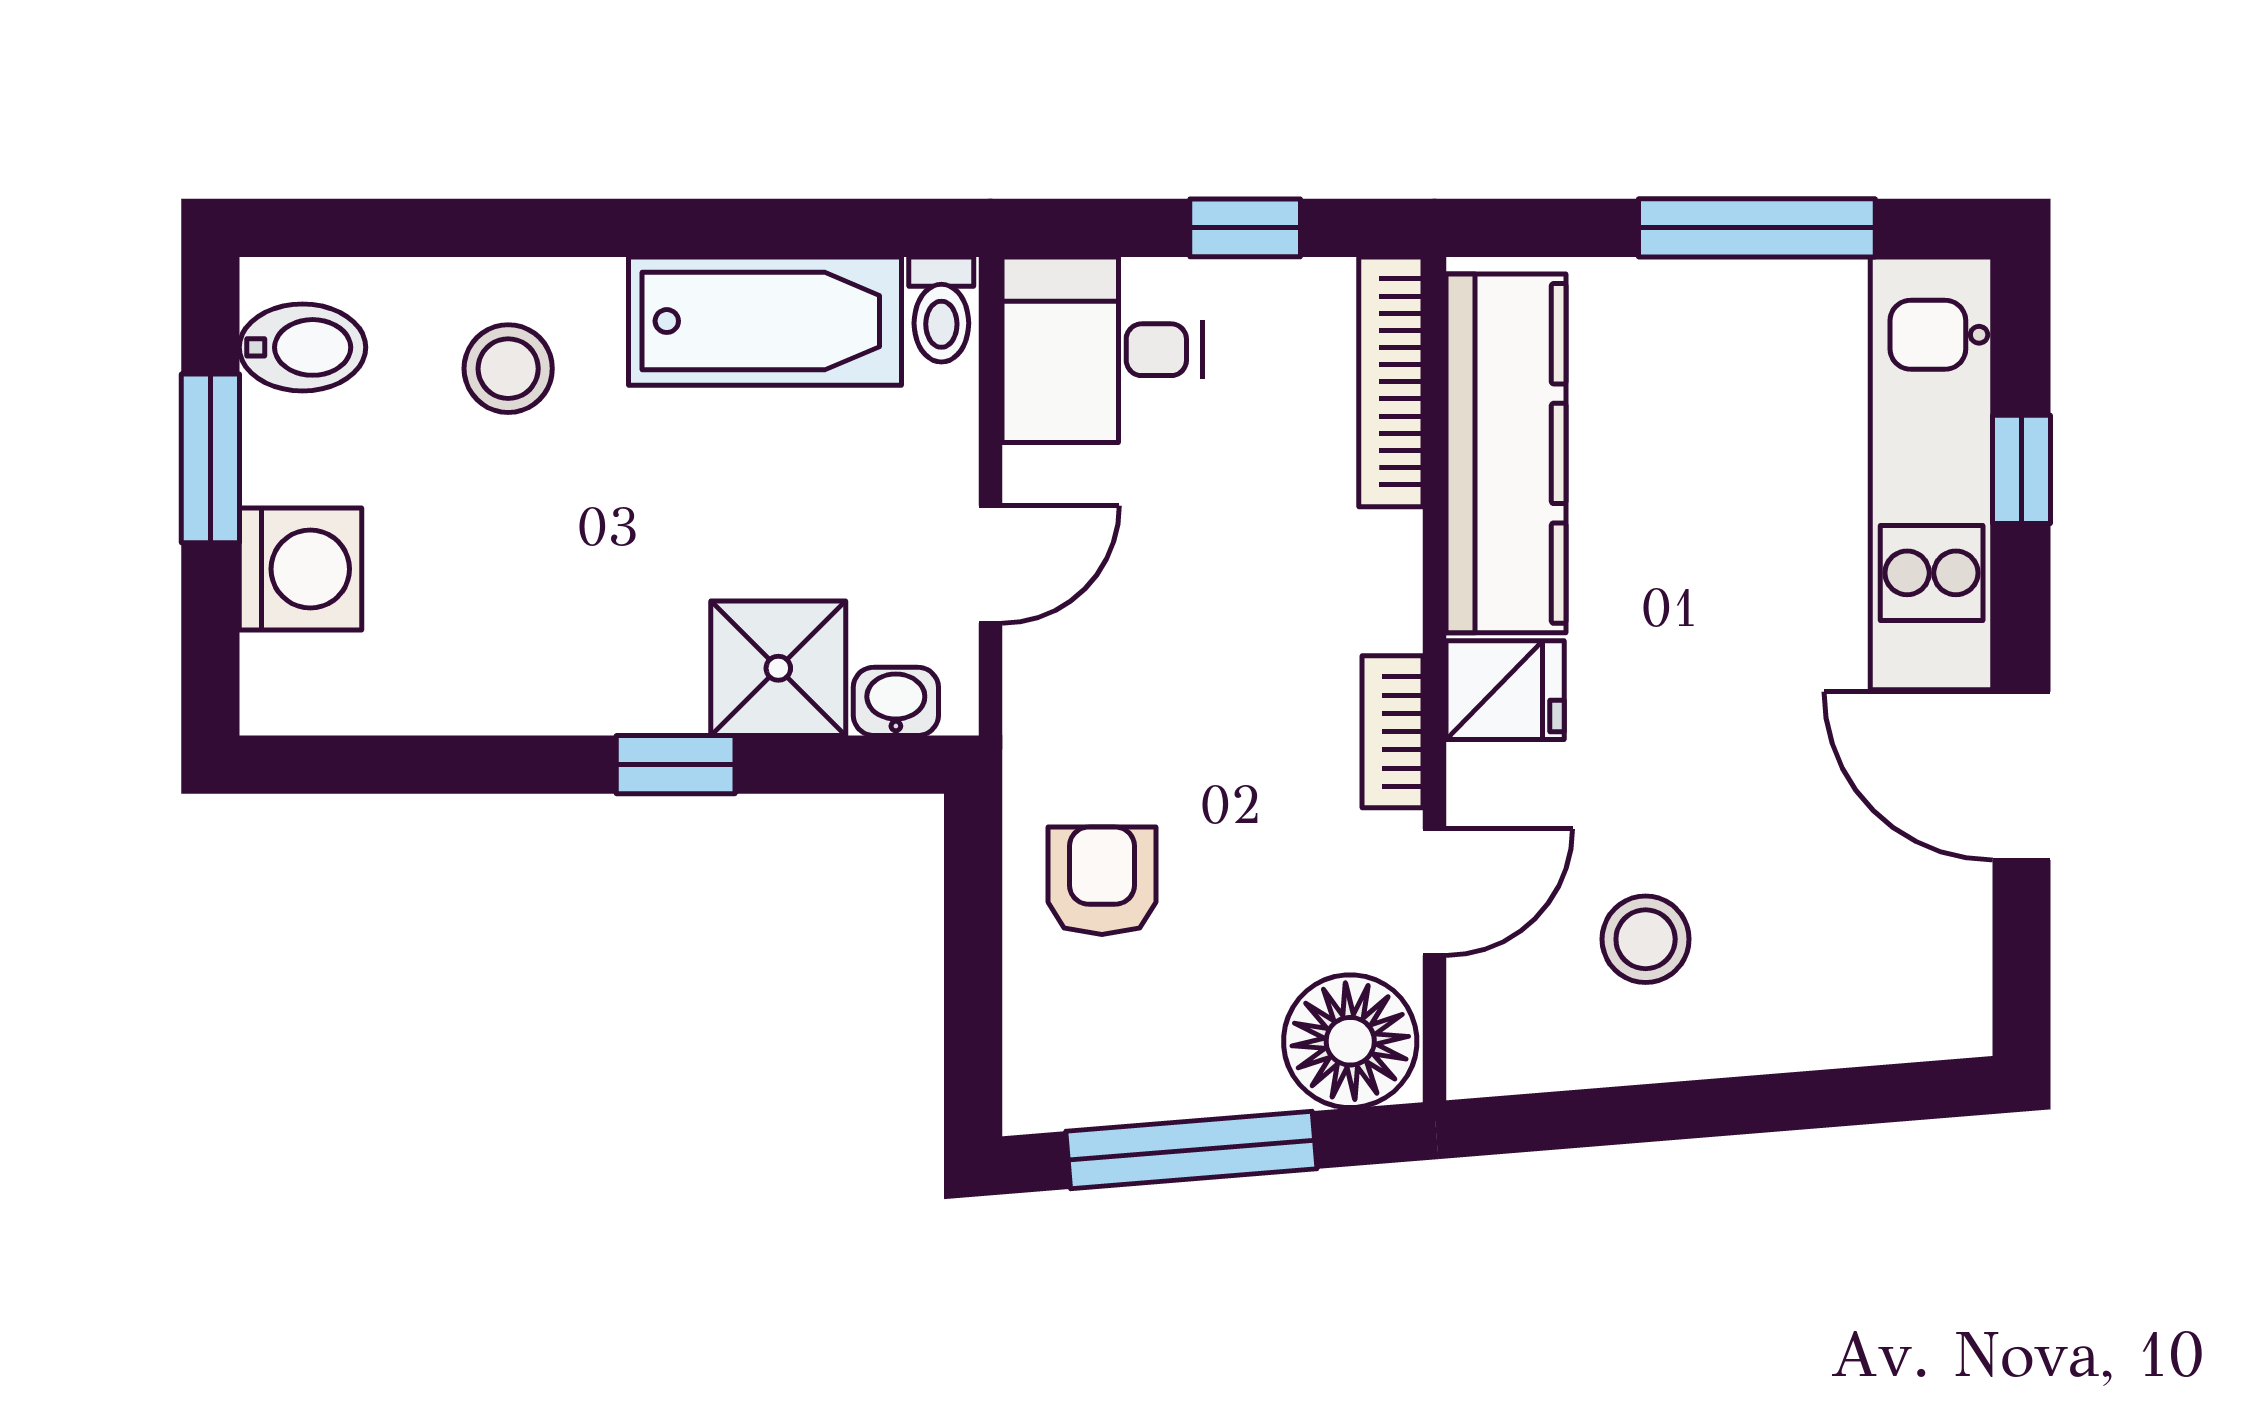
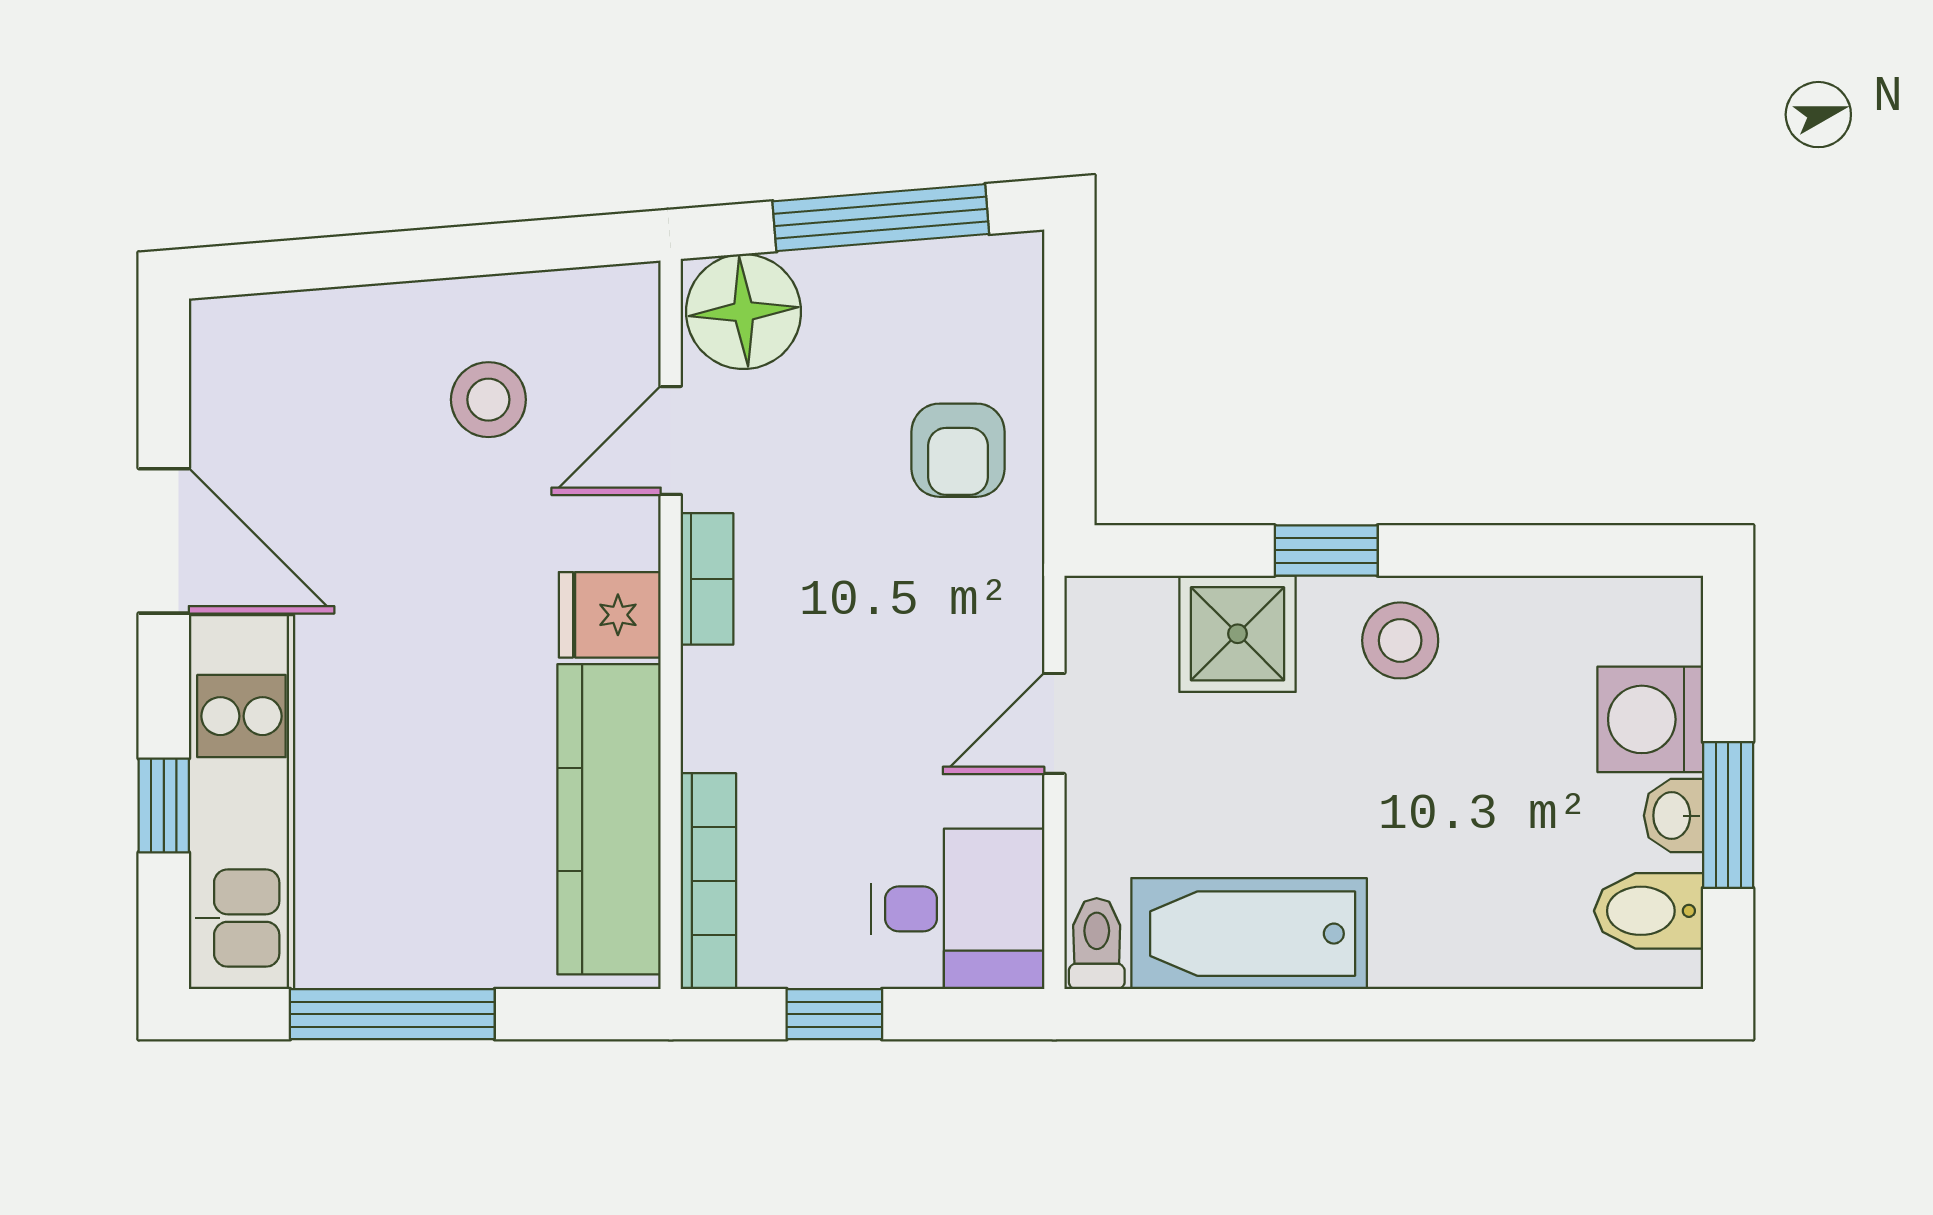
stool: (508, 369) -> (1400, 640), moved
washbasin: (896, 701) -> (1673, 816), moved, turned 90

